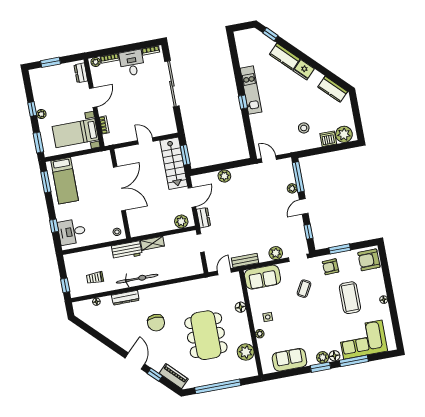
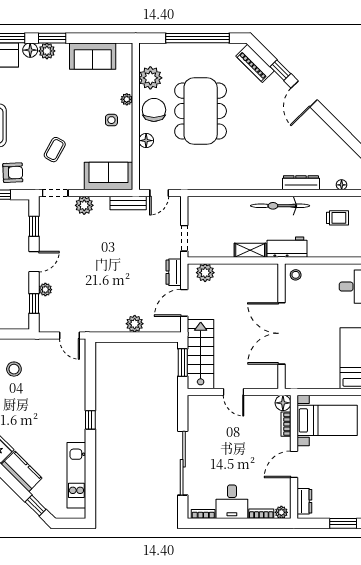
kitchen unit: (251, 90) -> (76, 475), moved
floor lamp: (109, 140) -> (283, 403), added
window: (298, 177) -> (34, 303), width x0.46
chair: (156, 323) -> (154, 110), moved

